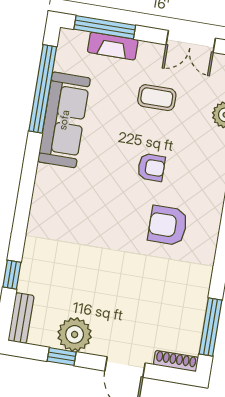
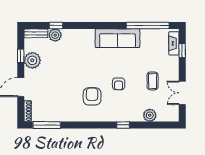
window: (105, 27) -> (182, 50), width x0.46
fireplace: (113, 46) -> (174, 43), moved
sofa: (64, 120) -> (118, 38), moved
plant: (31, 280) -> (55, 35), added

